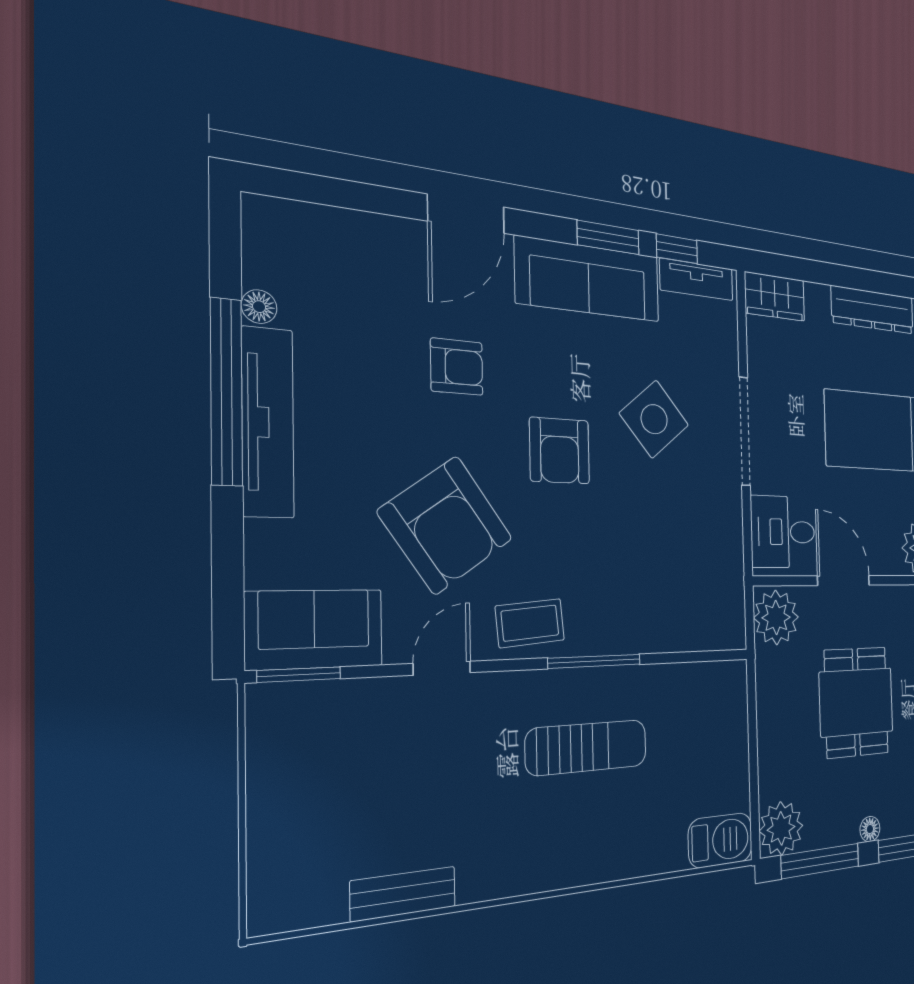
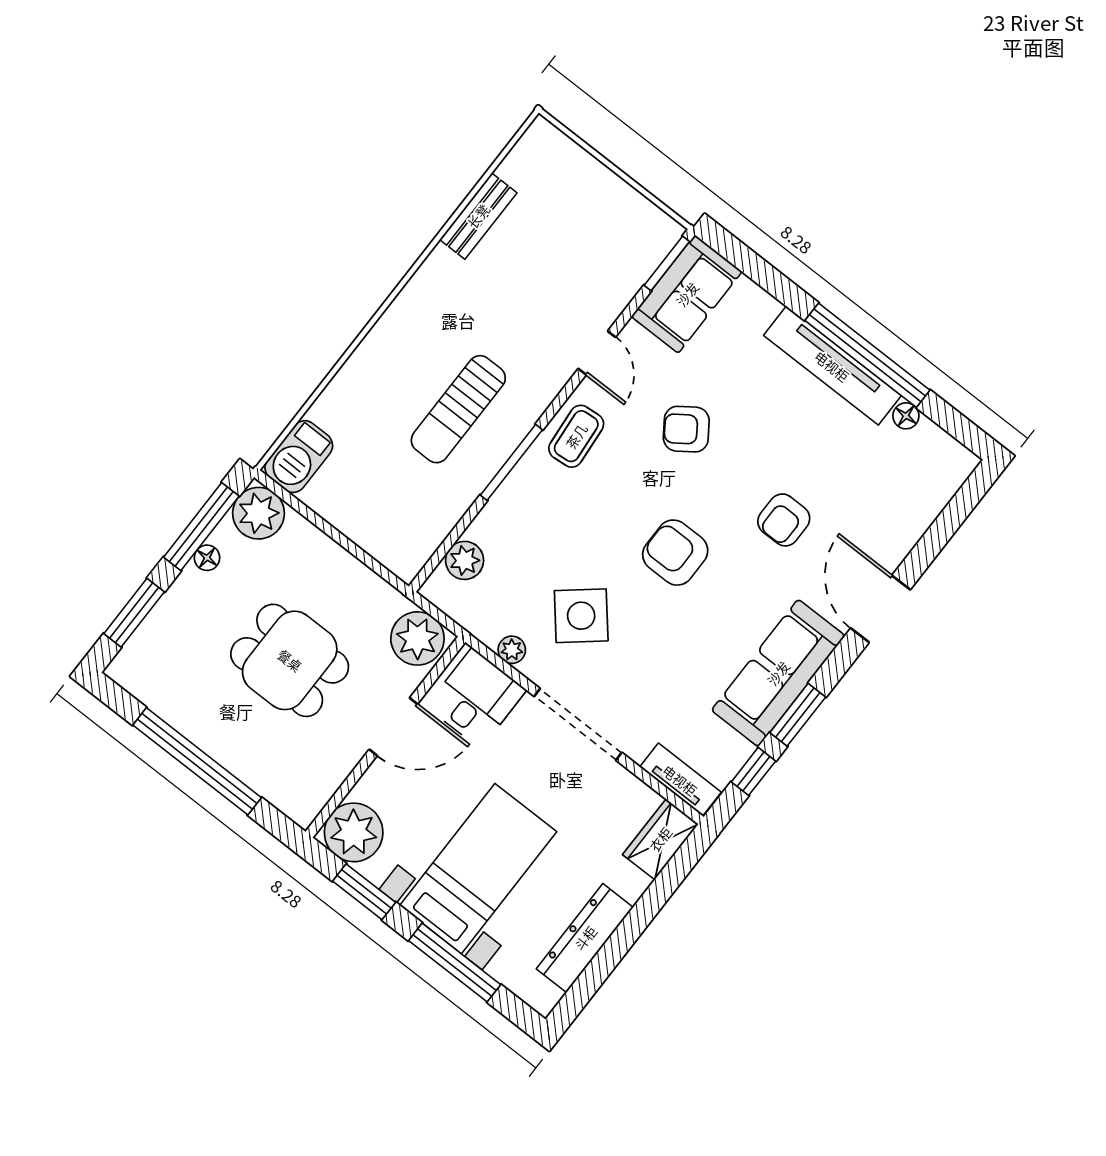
tv unit: (697, 279) -> (680, 780), moved, turned 90
side table: (654, 419) -> (581, 616), moved
armchair: (446, 525) -> (686, 429), width x0.53, depth x0.53
plant: (731, 533) -> (512, 650), added
plant: (697, 631) -> (465, 560), added
floor lamp: (870, 829) -> (207, 558), moved

